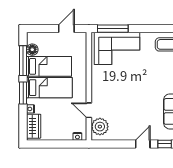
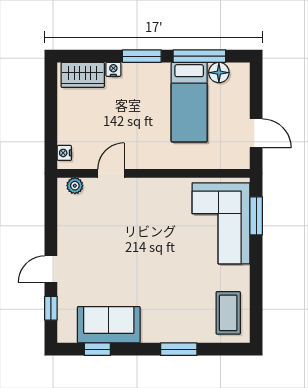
window: (113, 29) -> (256, 216), width x0.69
bed: (49, 88) -> (151, 103), removed
plant: (100, 127) -> (75, 186), width x0.53, depth x0.53
door: (143, 144) -> (51, 269), swing flipped

